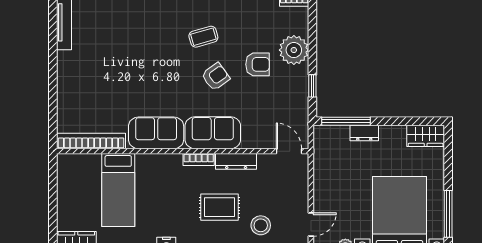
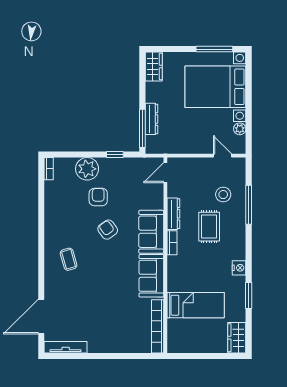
coffee table: (203, 37) -> (69, 259), moved
dresser: (364, 133) -> (151, 119), width x1.44

